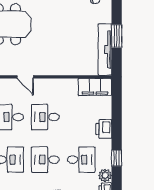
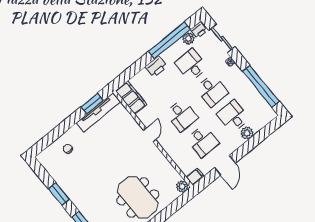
window: (117, 36) -> (92, 104), moved
door: (25, 77) -> (150, 135), moved
window: (117, 158) -> (169, 40), width x3.17

